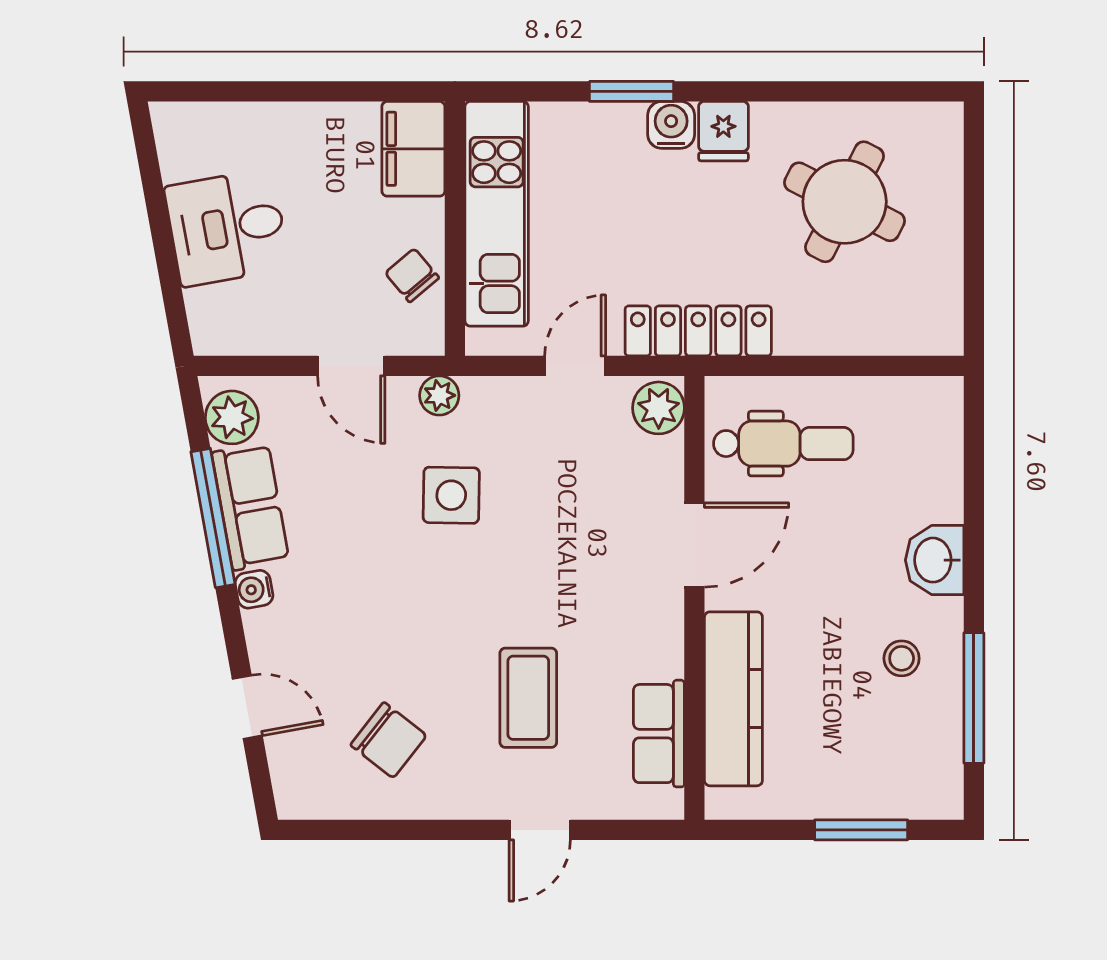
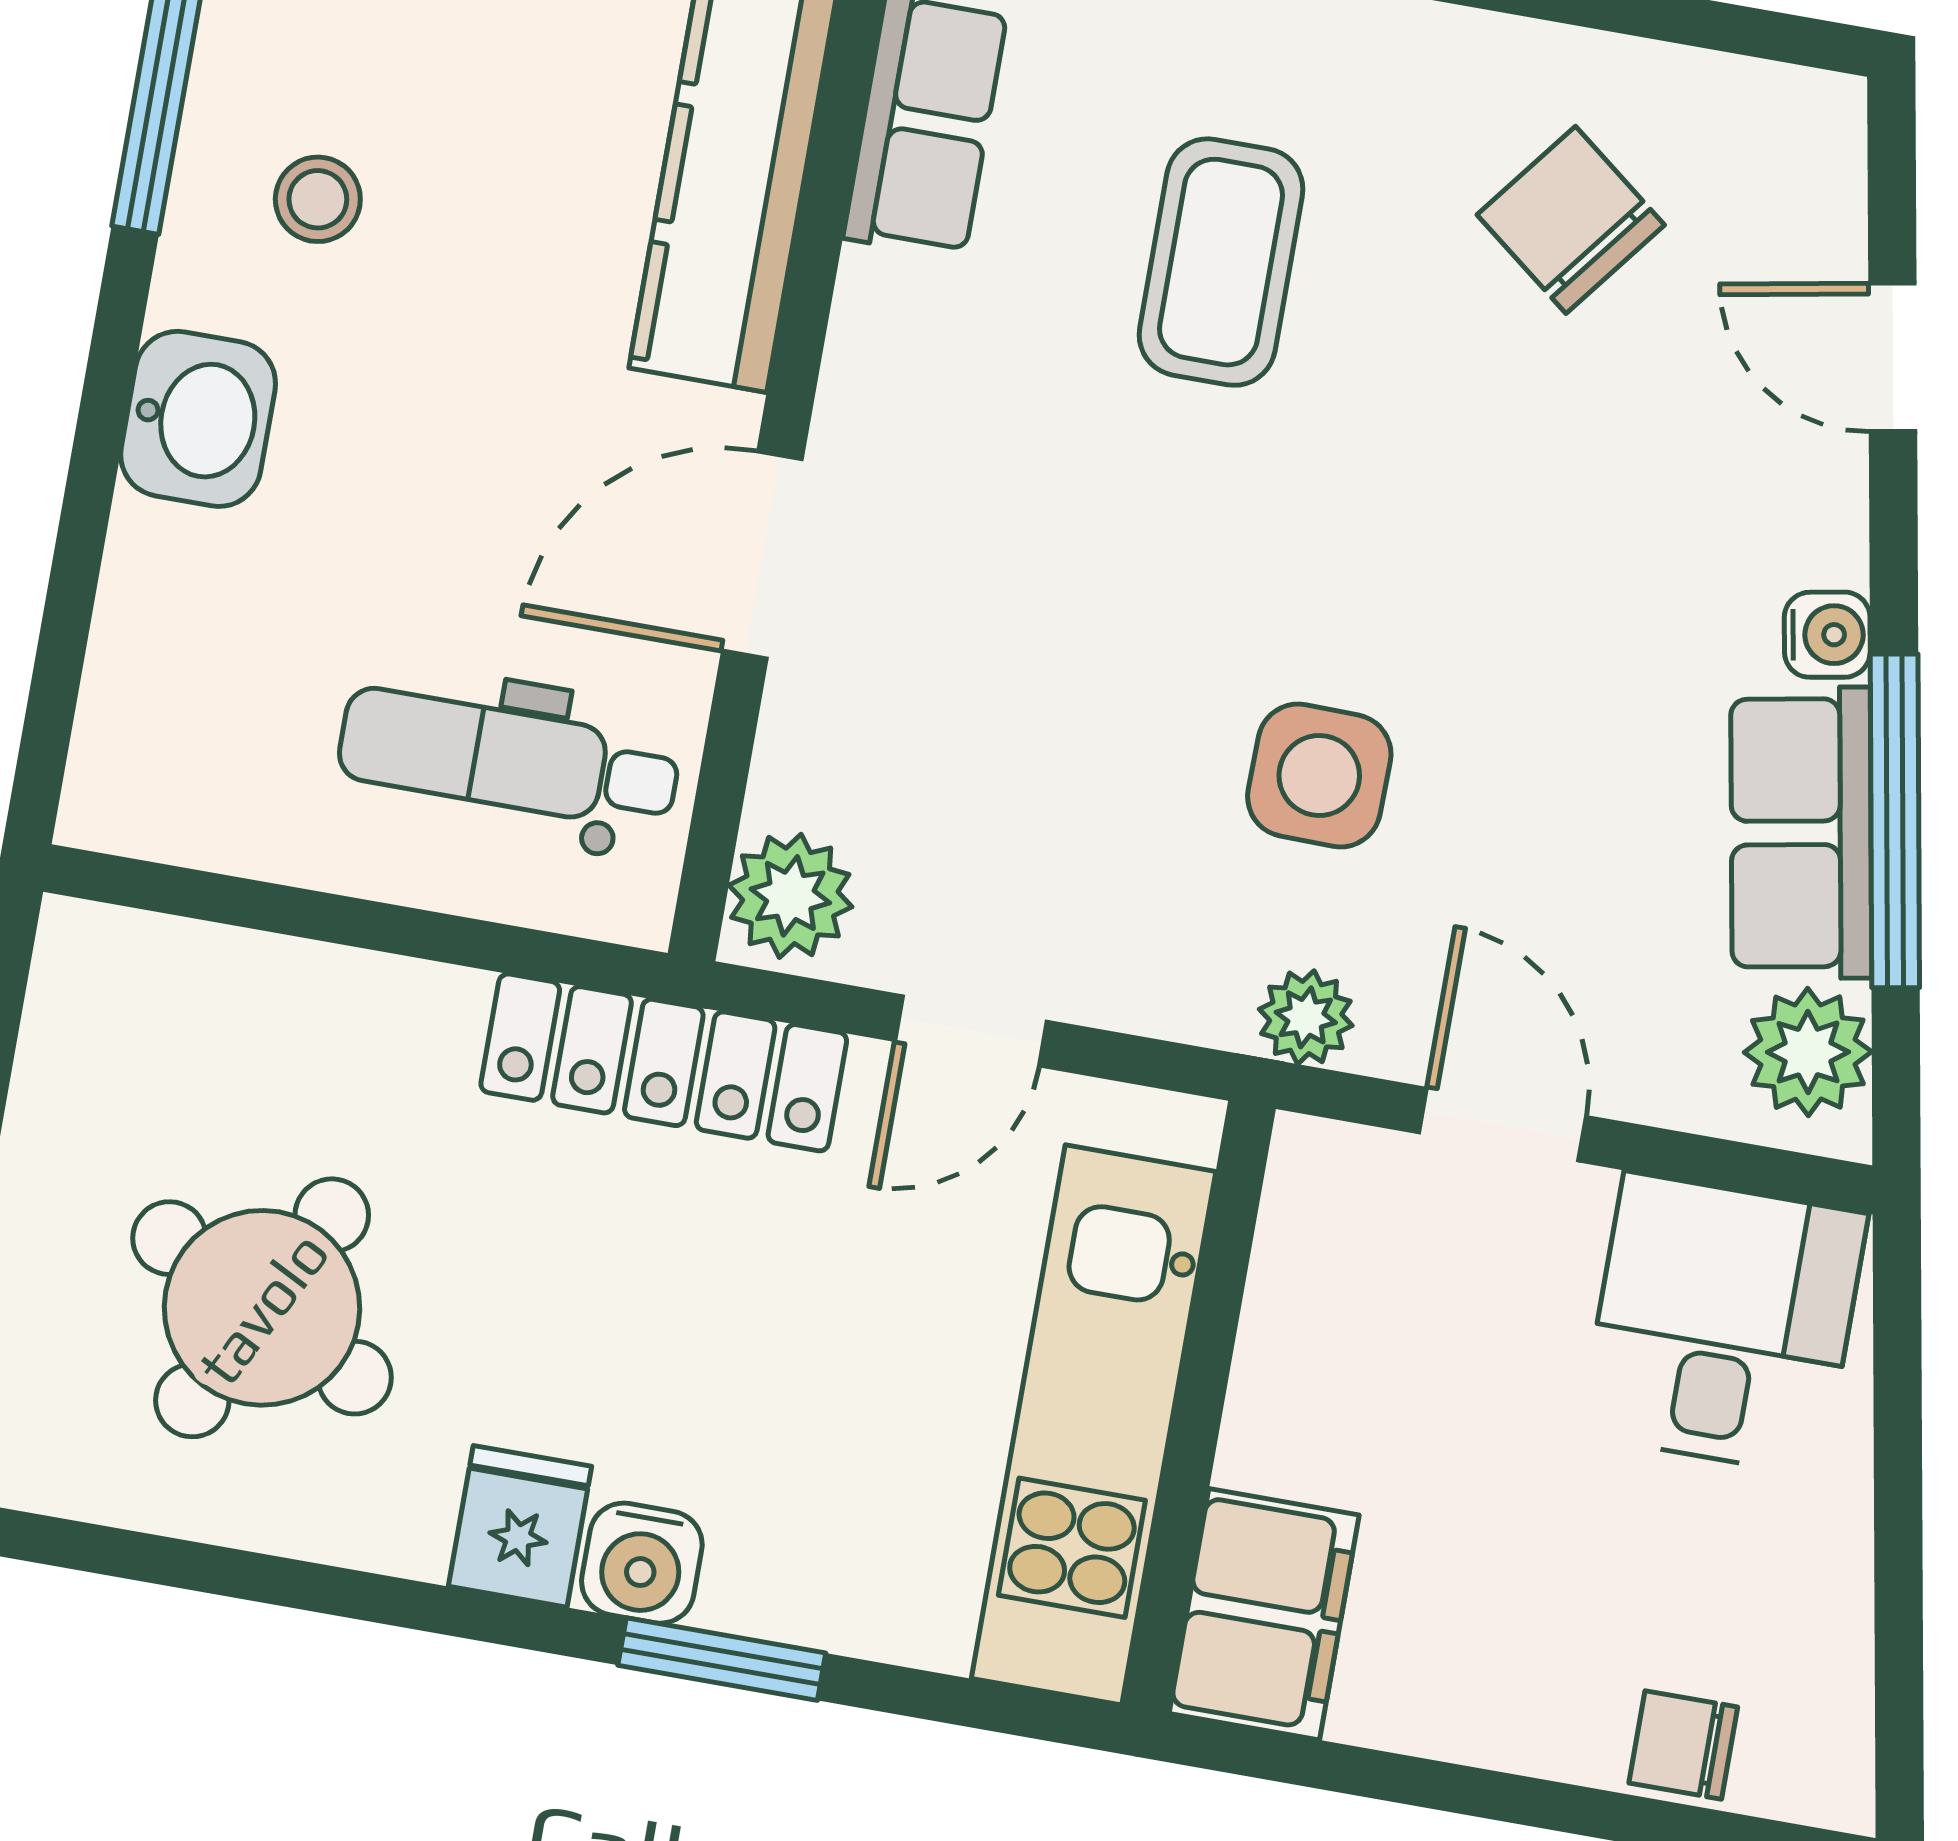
desk: (227, 228) -> (1723, 1324), moved, turned -80
chair: (412, 275) -> (1683, 1745), moved, turned 130

